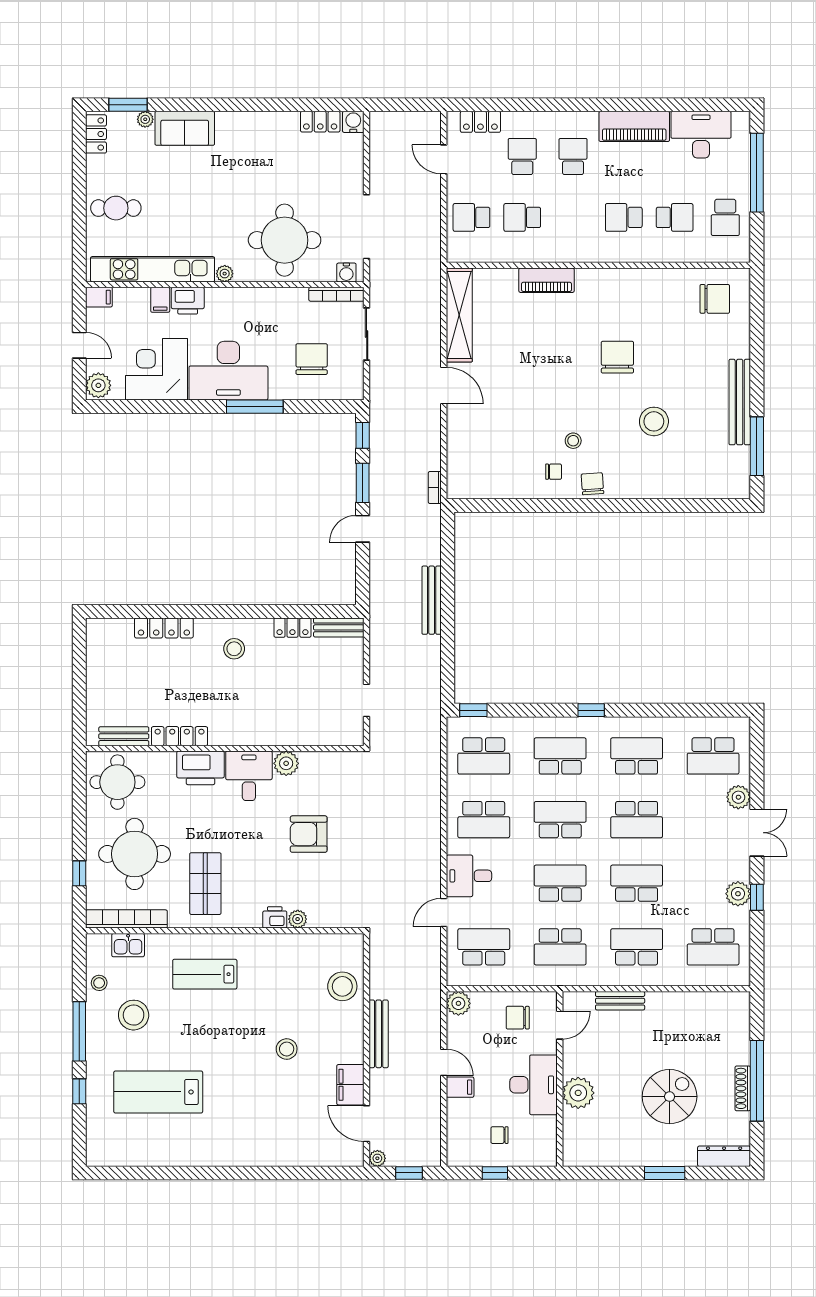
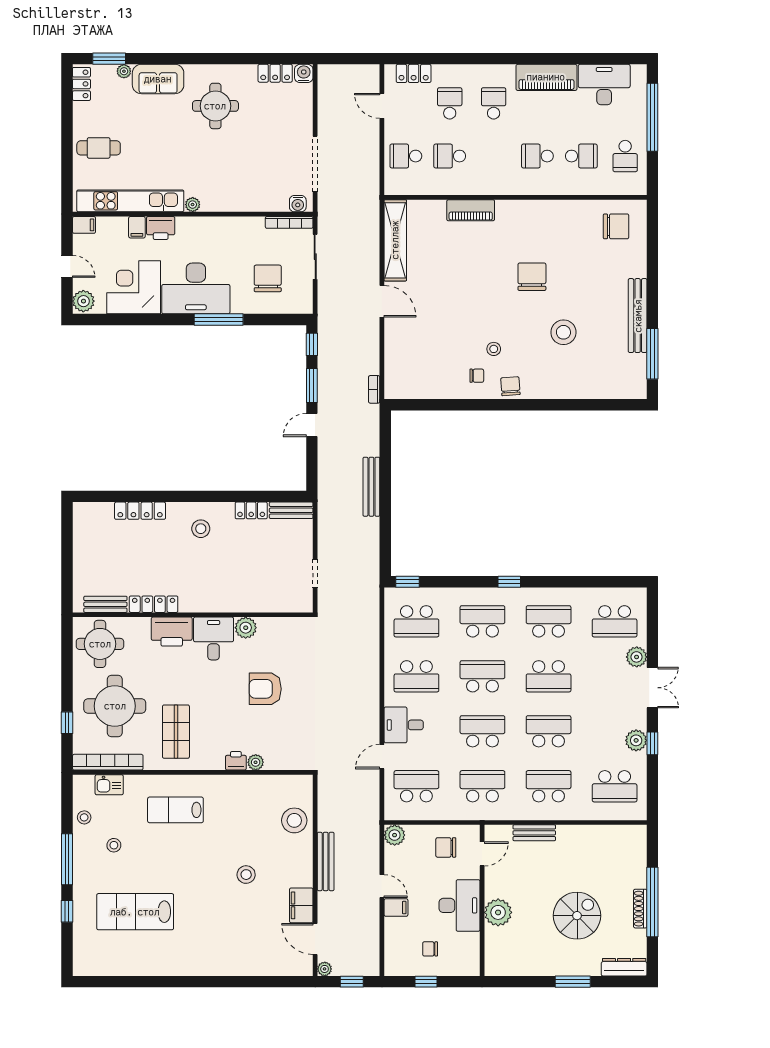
round table: (285, 240) -> (215, 106), moved, width x0.73, depth x0.73
school desk: (560, 947) -> (482, 786), turned 180
stool: (134, 1015) -> (114, 845), width x0.53, depth x0.53

